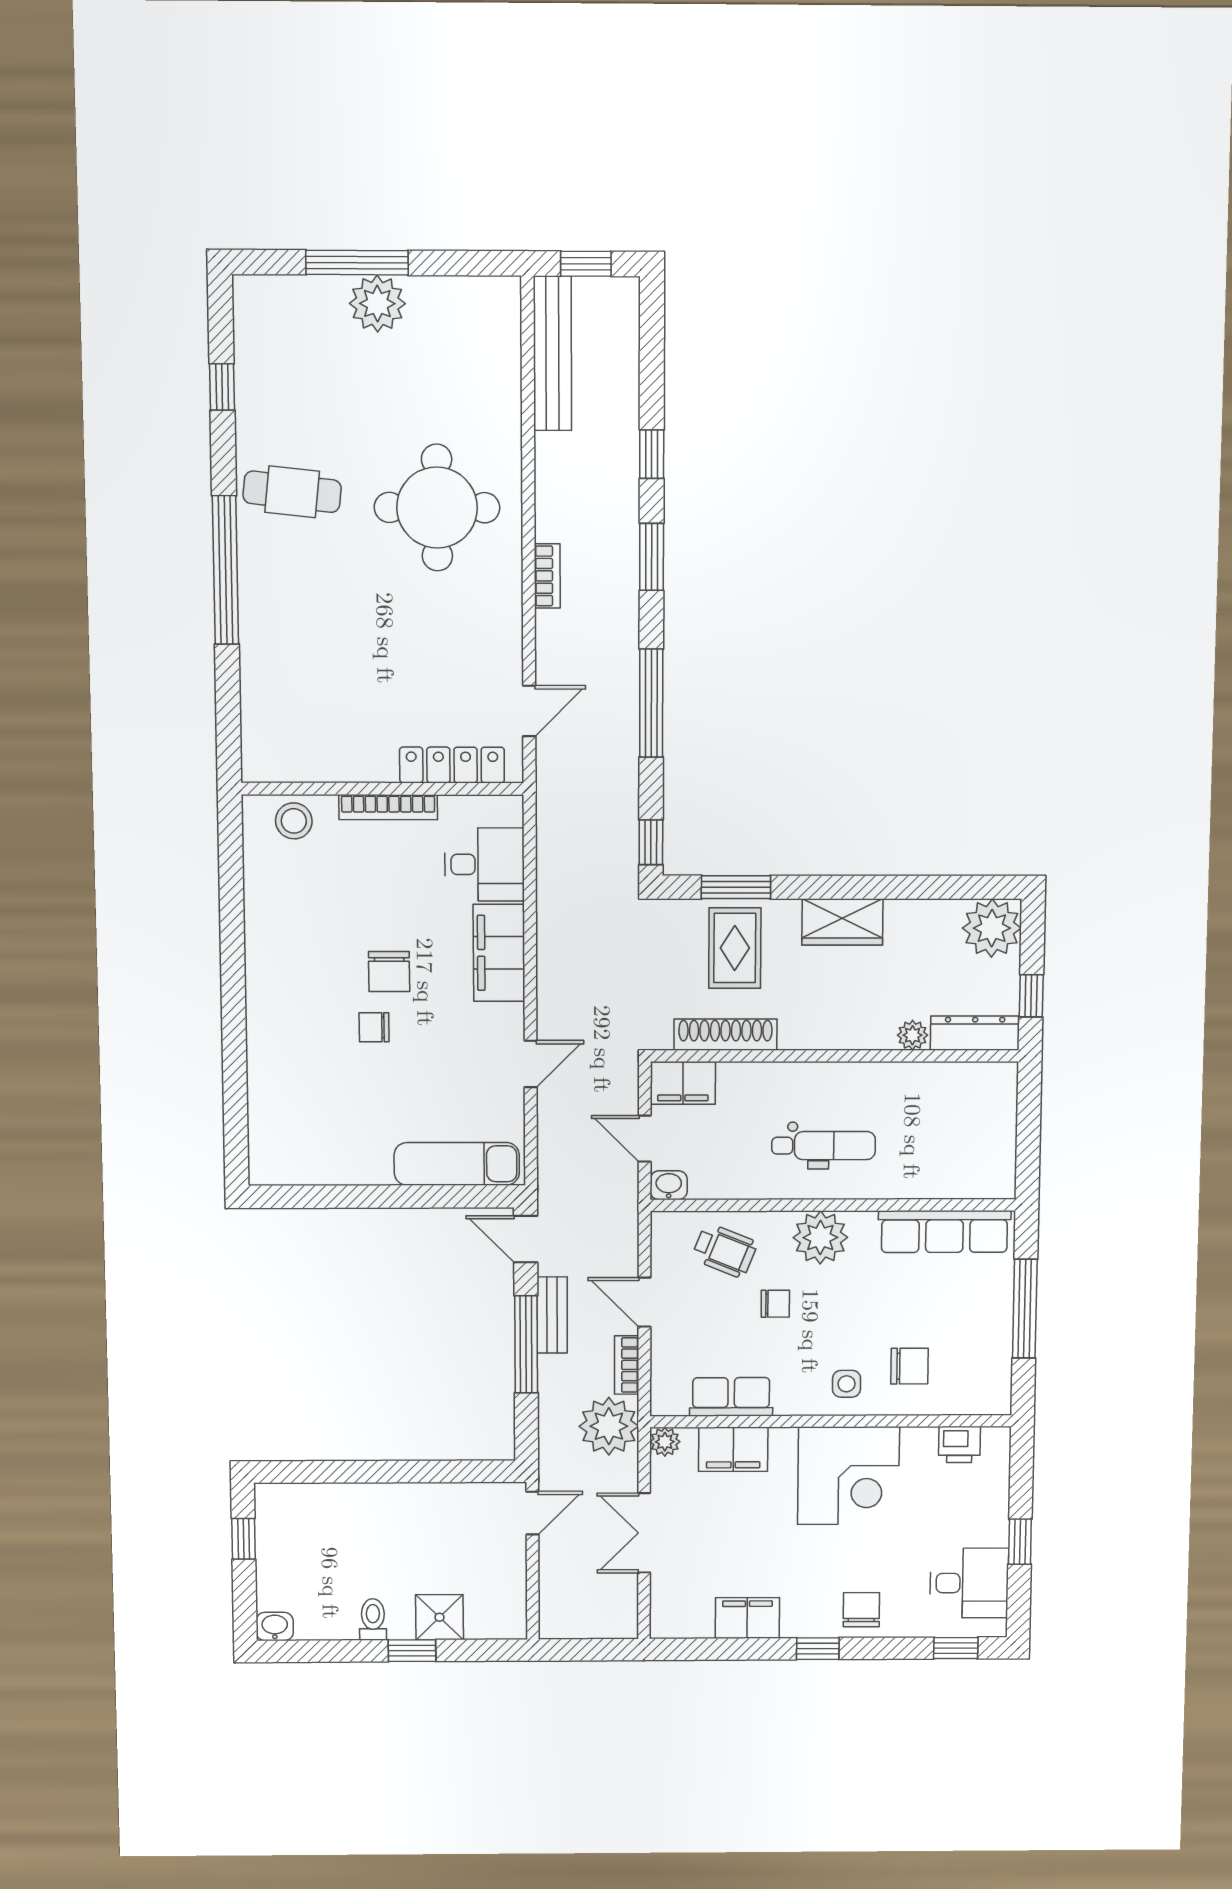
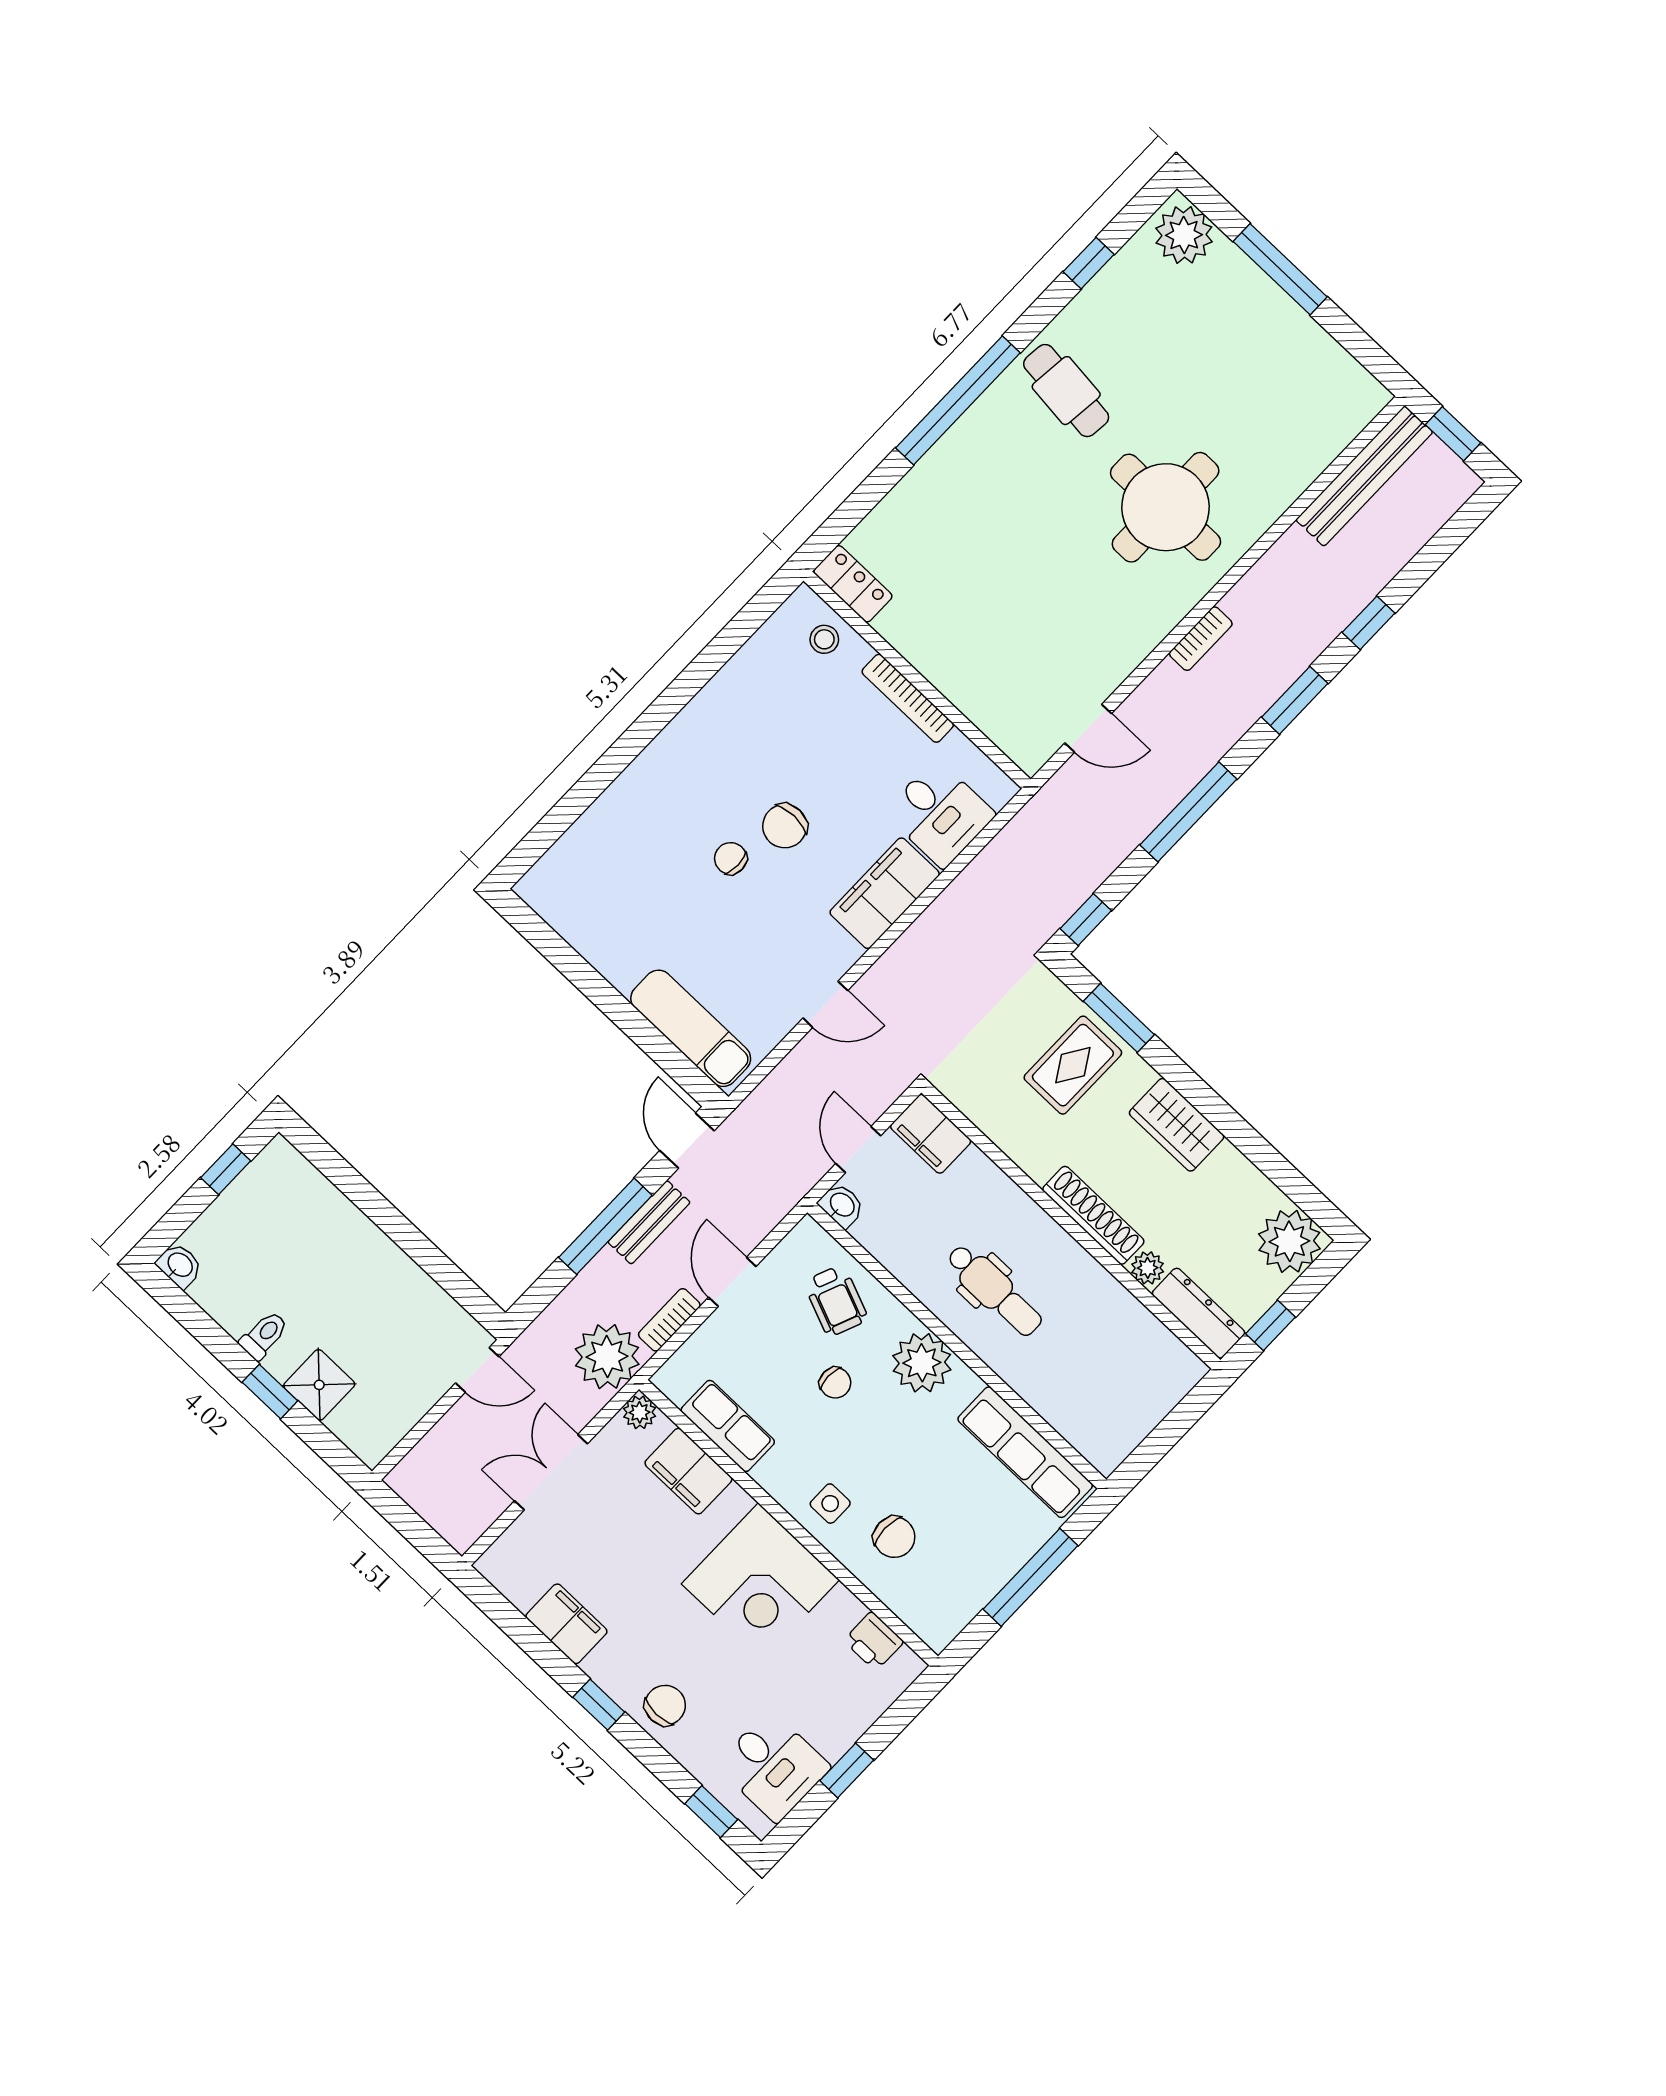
plant: (377, 304) -> (1184, 235), moved
locker: (452, 765) -> (853, 584), moved, width x0.66
stool: (294, 821) -> (824, 639), width x0.73, depth x0.73
shoe rack: (725, 1035) -> (1093, 1215), moved

